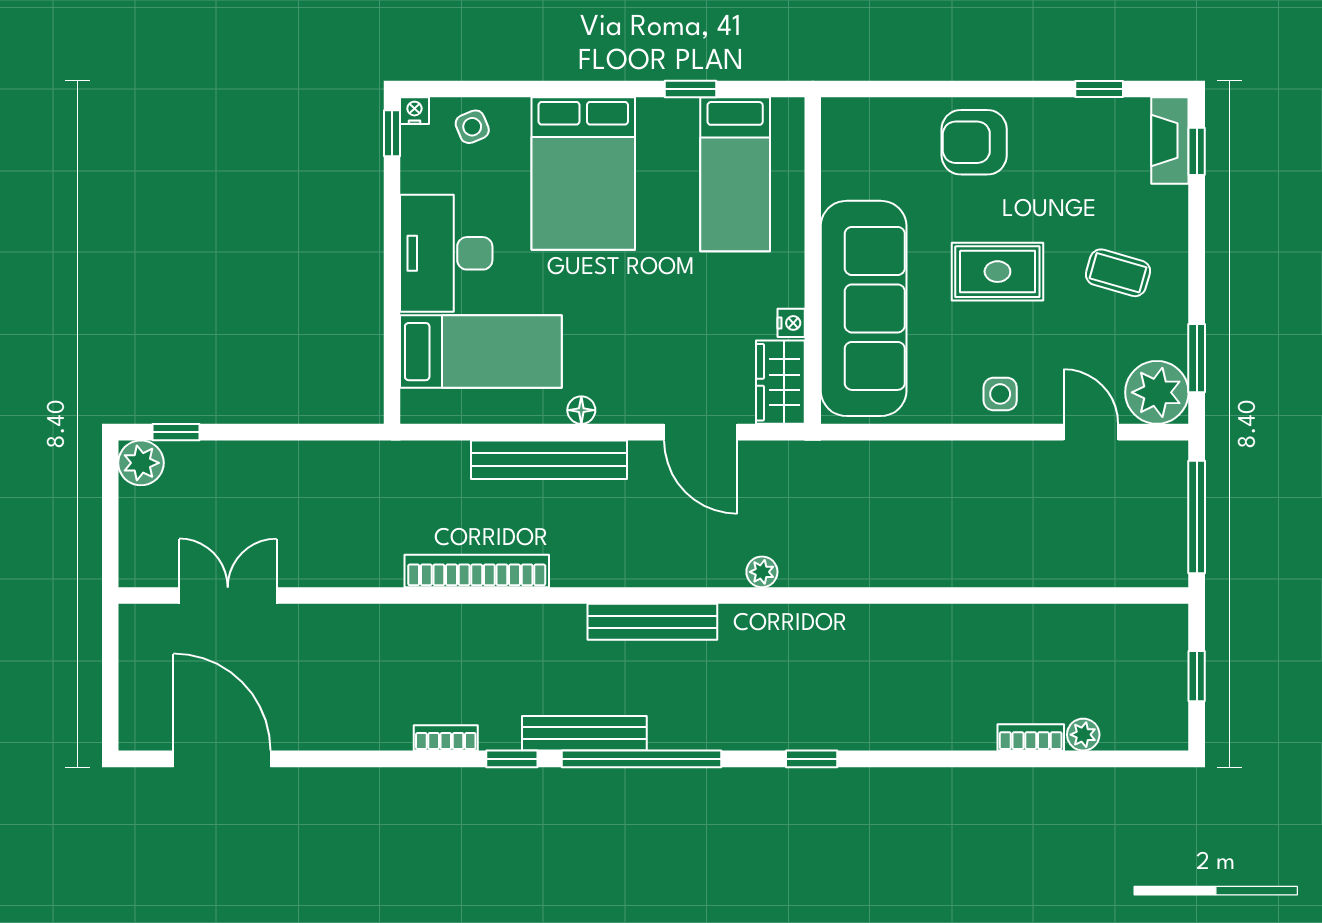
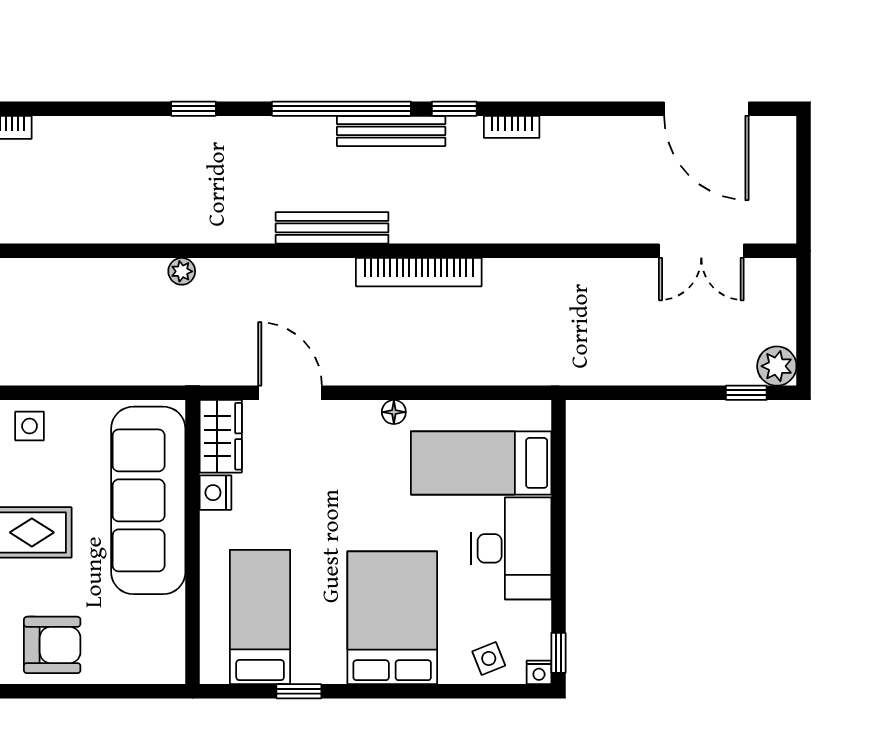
nightstand: (791, 323) -> (216, 493), width x1.39, depth x1.35
bench: (549, 460) -> (422, 369), removed
bookcase: (477, 571) -> (419, 272), moved
plant: (762, 572) -> (182, 271), moved

